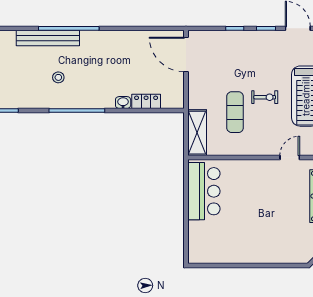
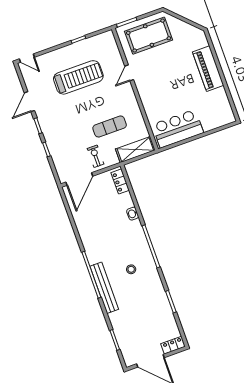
exercise bike: (265, 97) -> (96, 156), moved
locker: (146, 101) -> (120, 181), moved
door: (290, 158) -> (129, 73), hinge flipped
piano: (261, 252) -> (208, 69), added

